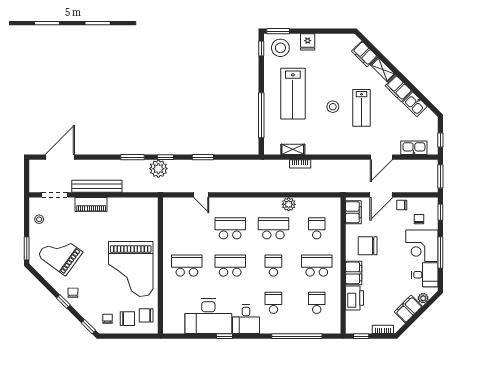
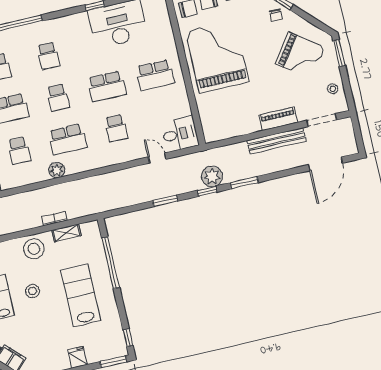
stool: (280, 48) -> (34, 249), moved
school desk: (230, 228) -> (116, 128), width x0.54
desk: (246, 319) -> (180, 134), moved, turned 90

